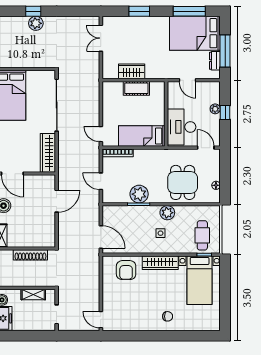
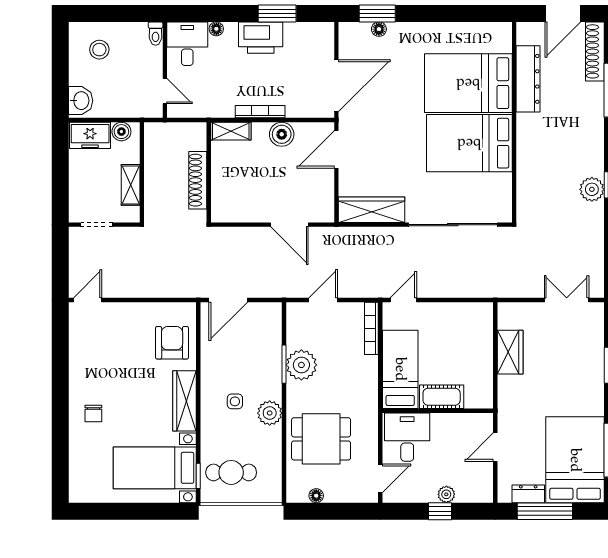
cot: (136, 88) -> (442, 397), moved, turned 90
desk: (182, 127) -> (407, 437), width x0.73
armchair: (126, 270) -> (172, 343), turned 90

